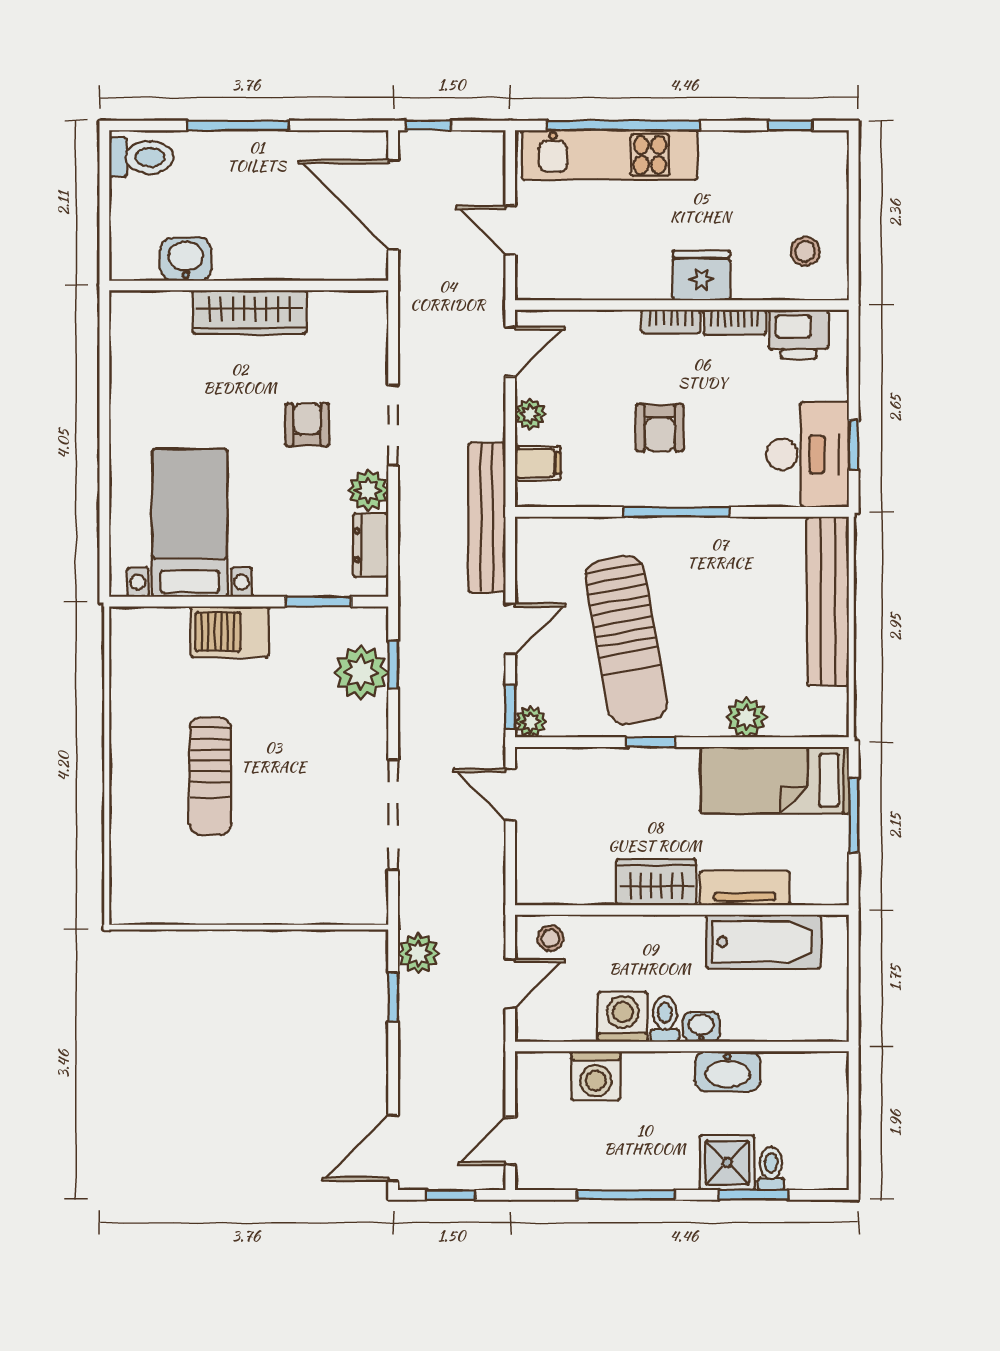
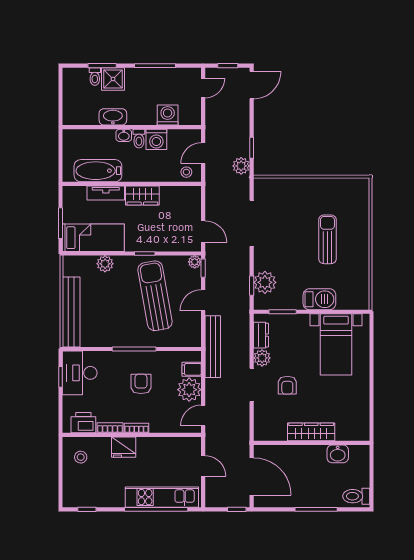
plant: (530, 414) -> (189, 390), width x1.88, depth x1.88

